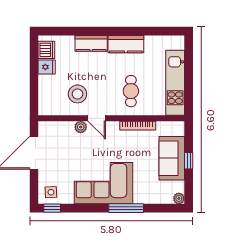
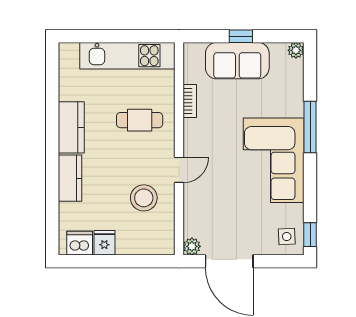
bookcase: (138, 126) -> (190, 101), width x0.64
plant: (81, 127) -> (192, 246), moved

